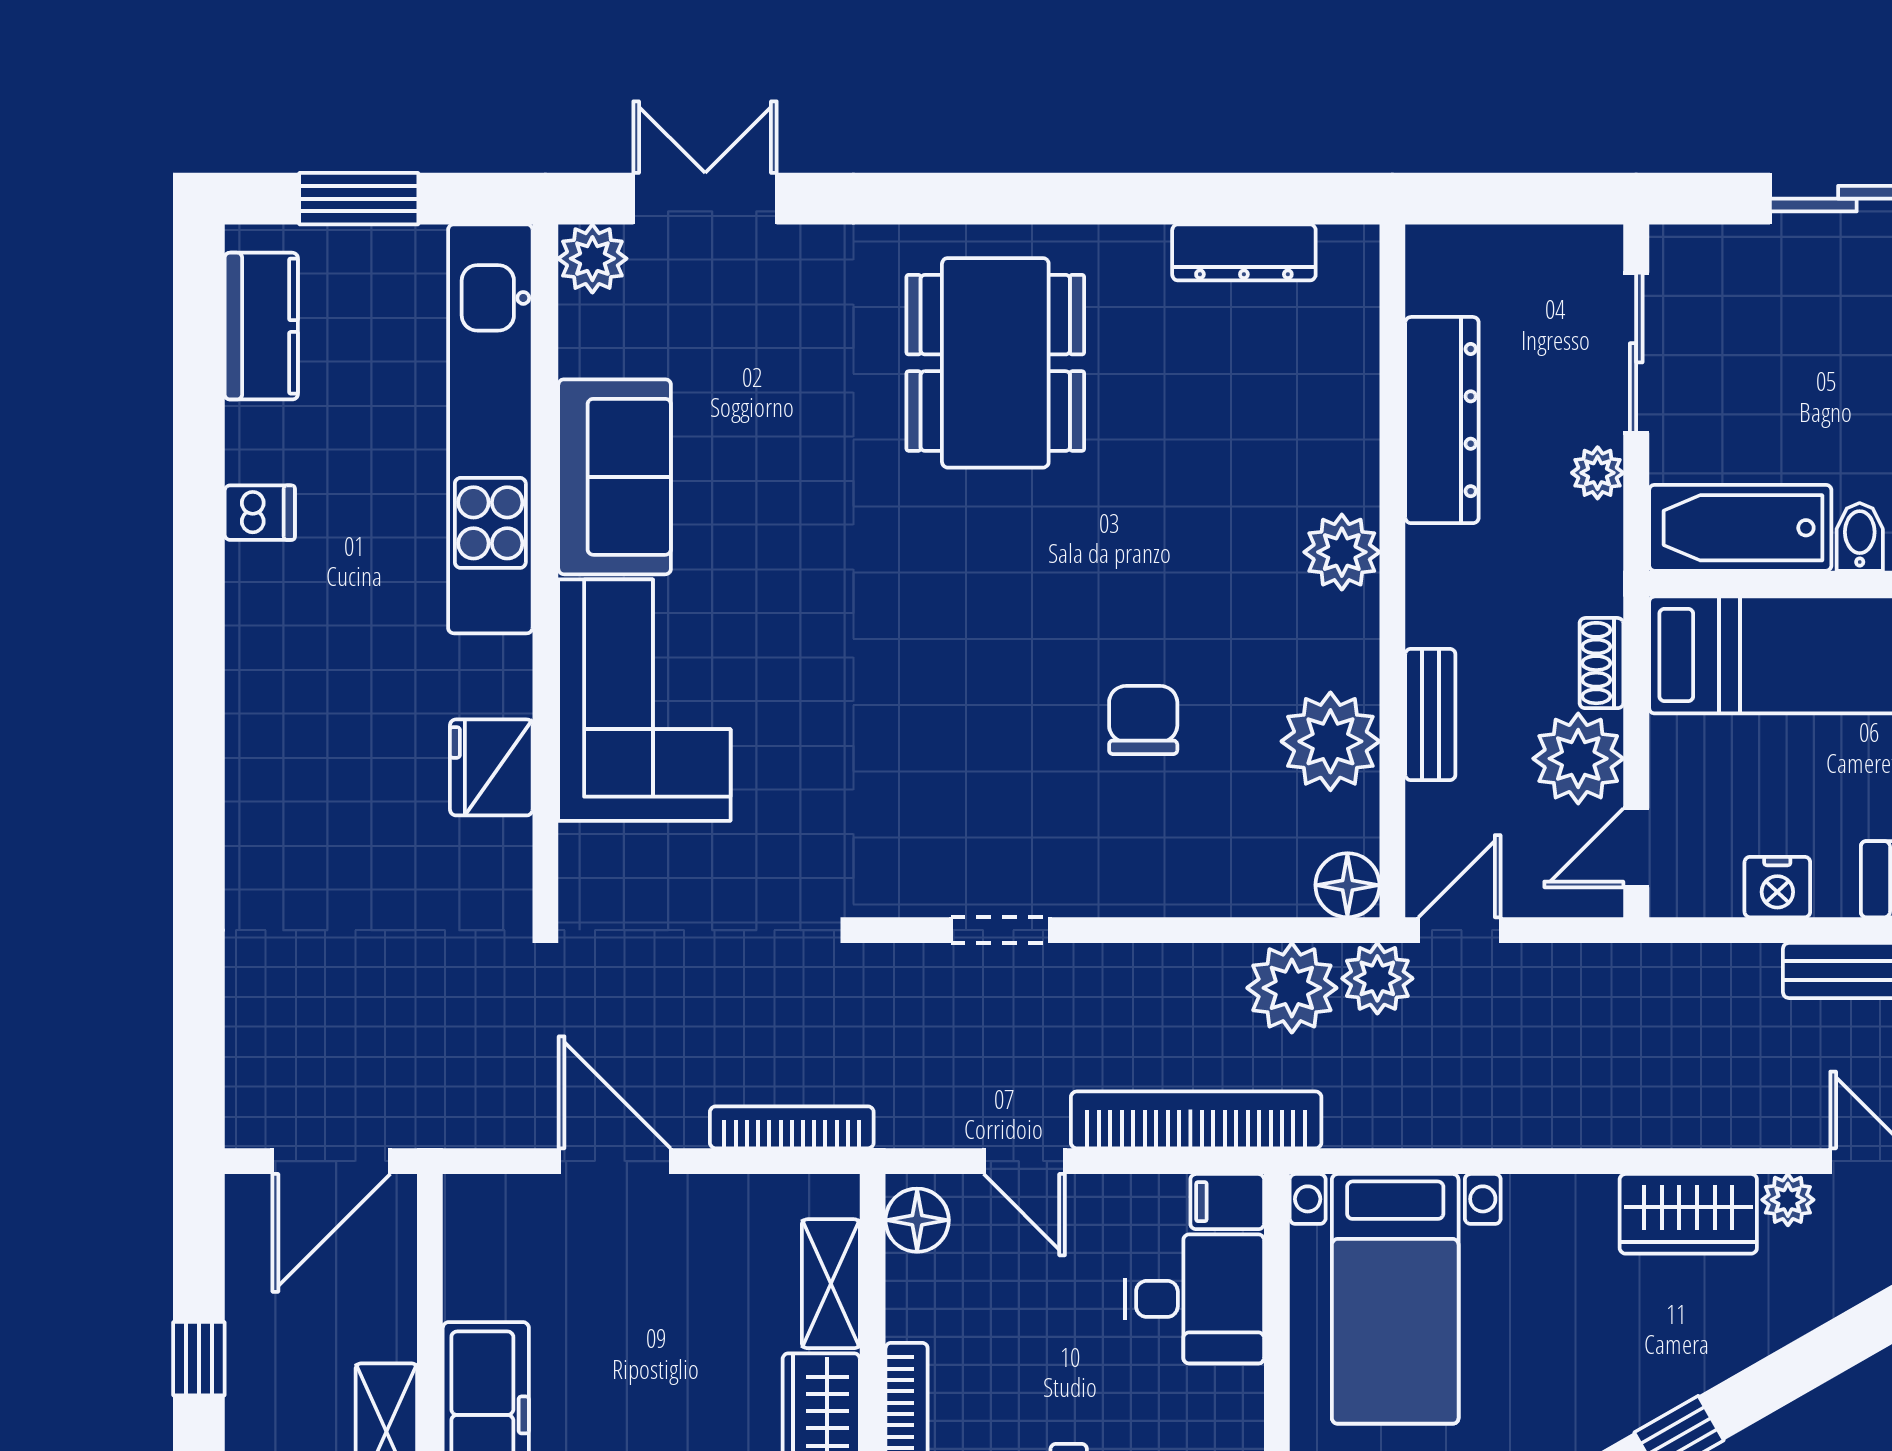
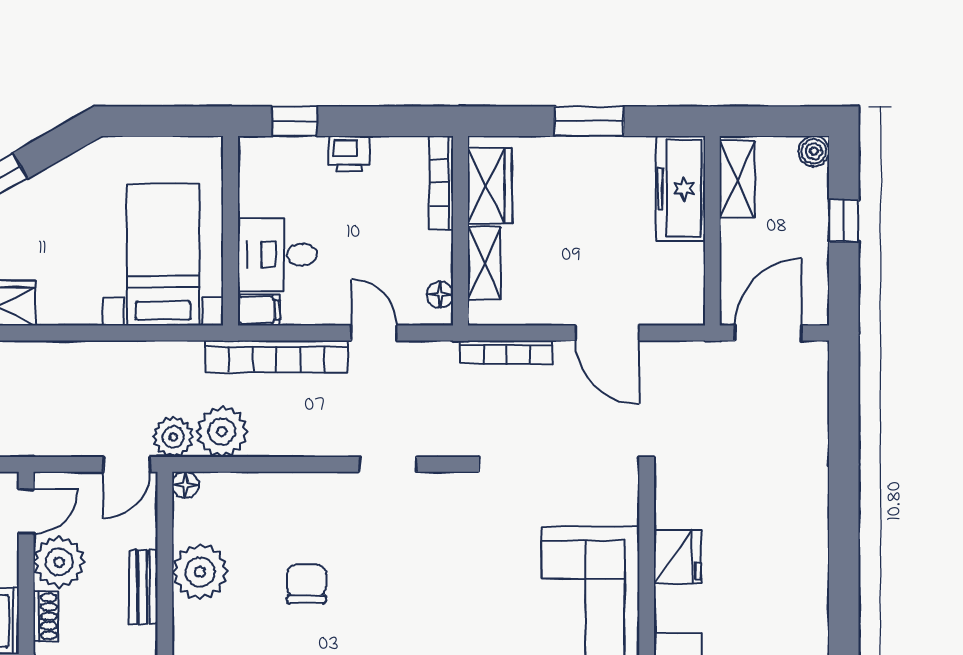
chair: (1143, 720) -> (307, 584), turned 180
floor lamp: (1347, 885) -> (185, 485), width x0.73, depth x0.73
floor lamp: (917, 1220) -> (440, 294), width x0.73, depth x0.73

